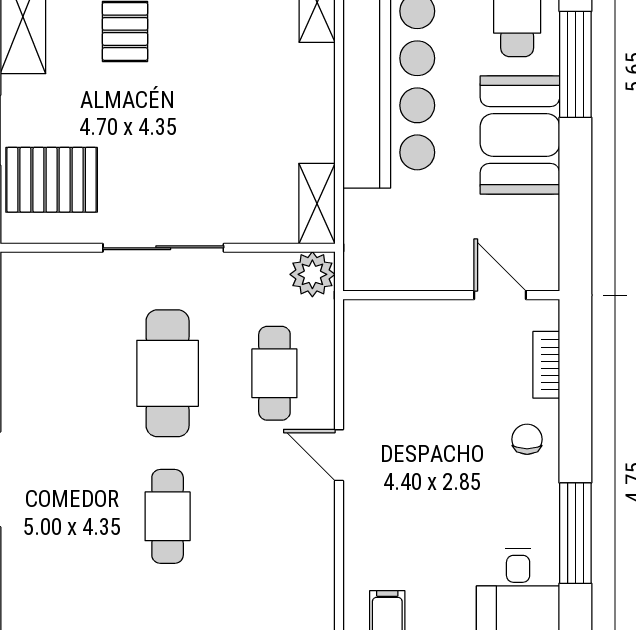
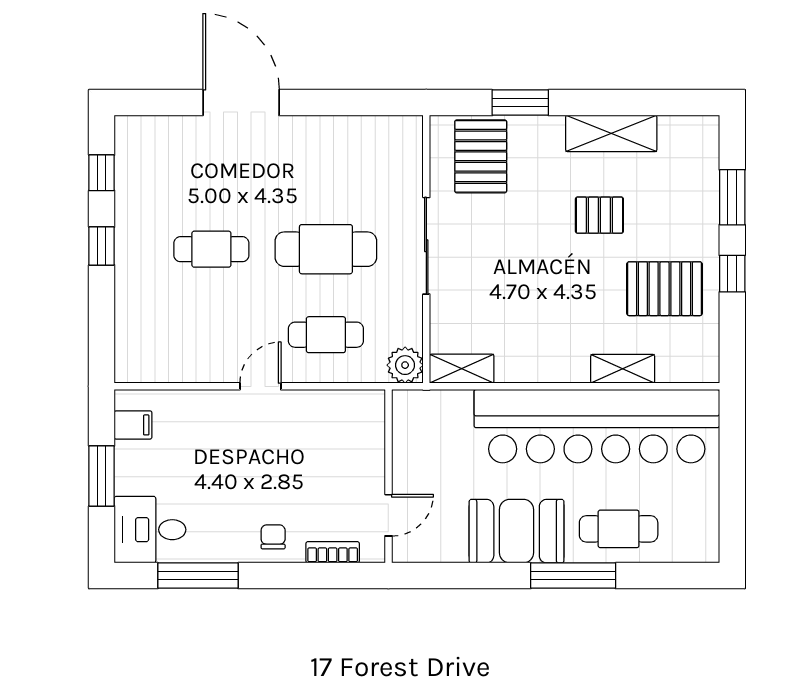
chair: (527, 439) -> (273, 537), turned -90

